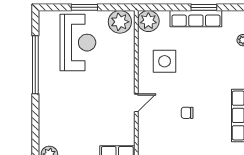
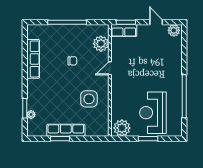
plant: (148, 21) -> (101, 44), moved

